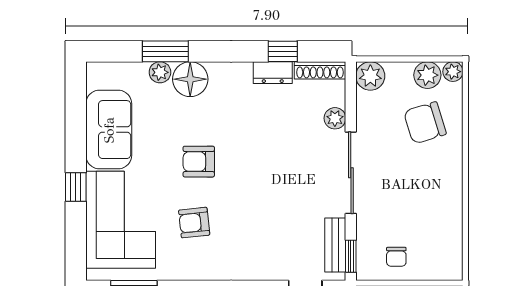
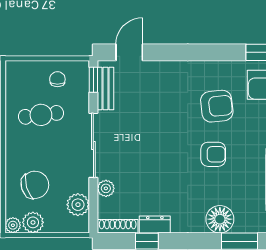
plant: (160, 72) -> (244, 225), removed
plant: (370, 76) -> (78, 205), moved
cafe table: (417, 212) -> (41, 115), added
armchair: (194, 223) -> (217, 106), width x1.38, depth x1.38

